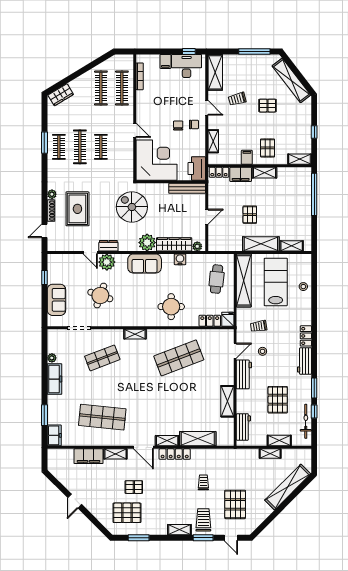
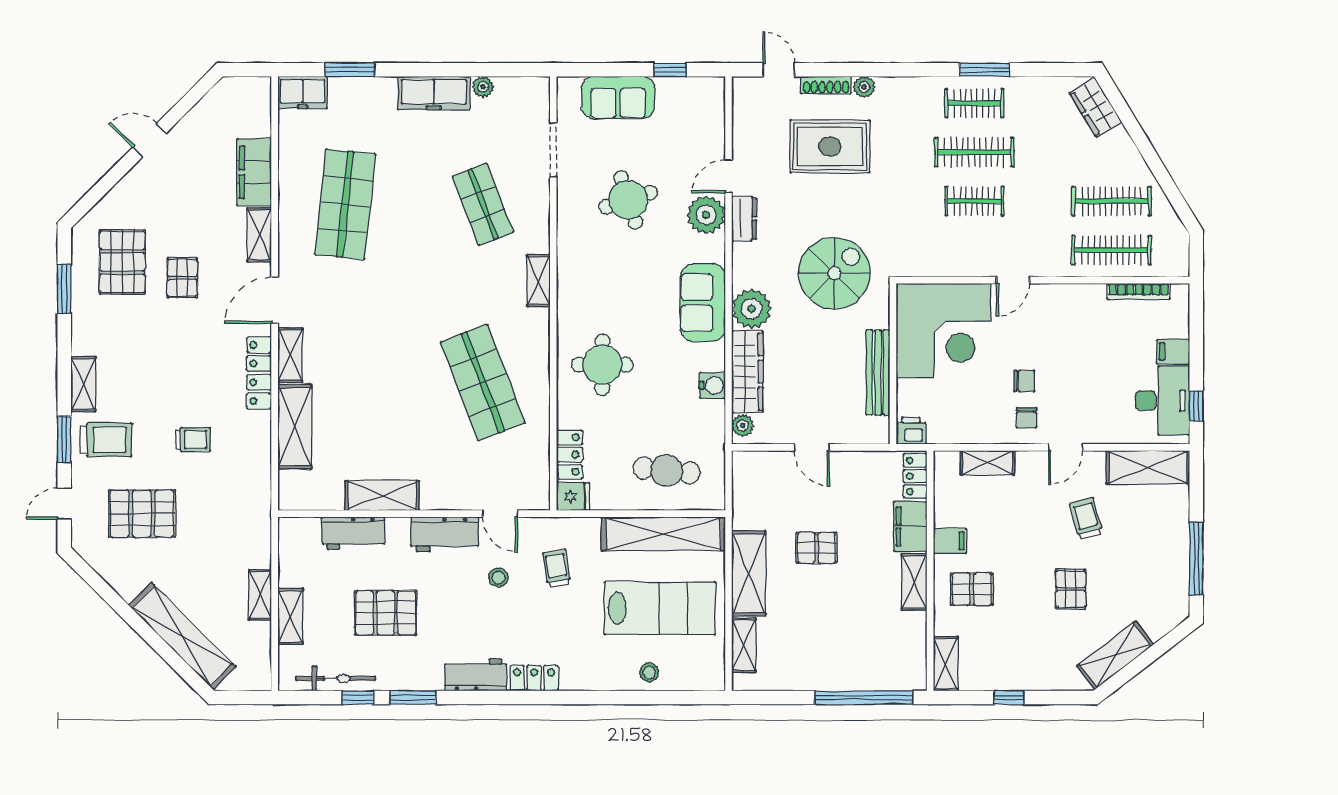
shelving: (291, 80) -> (1115, 655), width x0.68
printer: (197, 169) -> (911, 431), width x0.53, depth x0.68
bench: (187, 188) -> (878, 372), moved
round table: (100, 296) -> (628, 200), turned -37
workbench: (243, 427) -> (353, 533), moved

